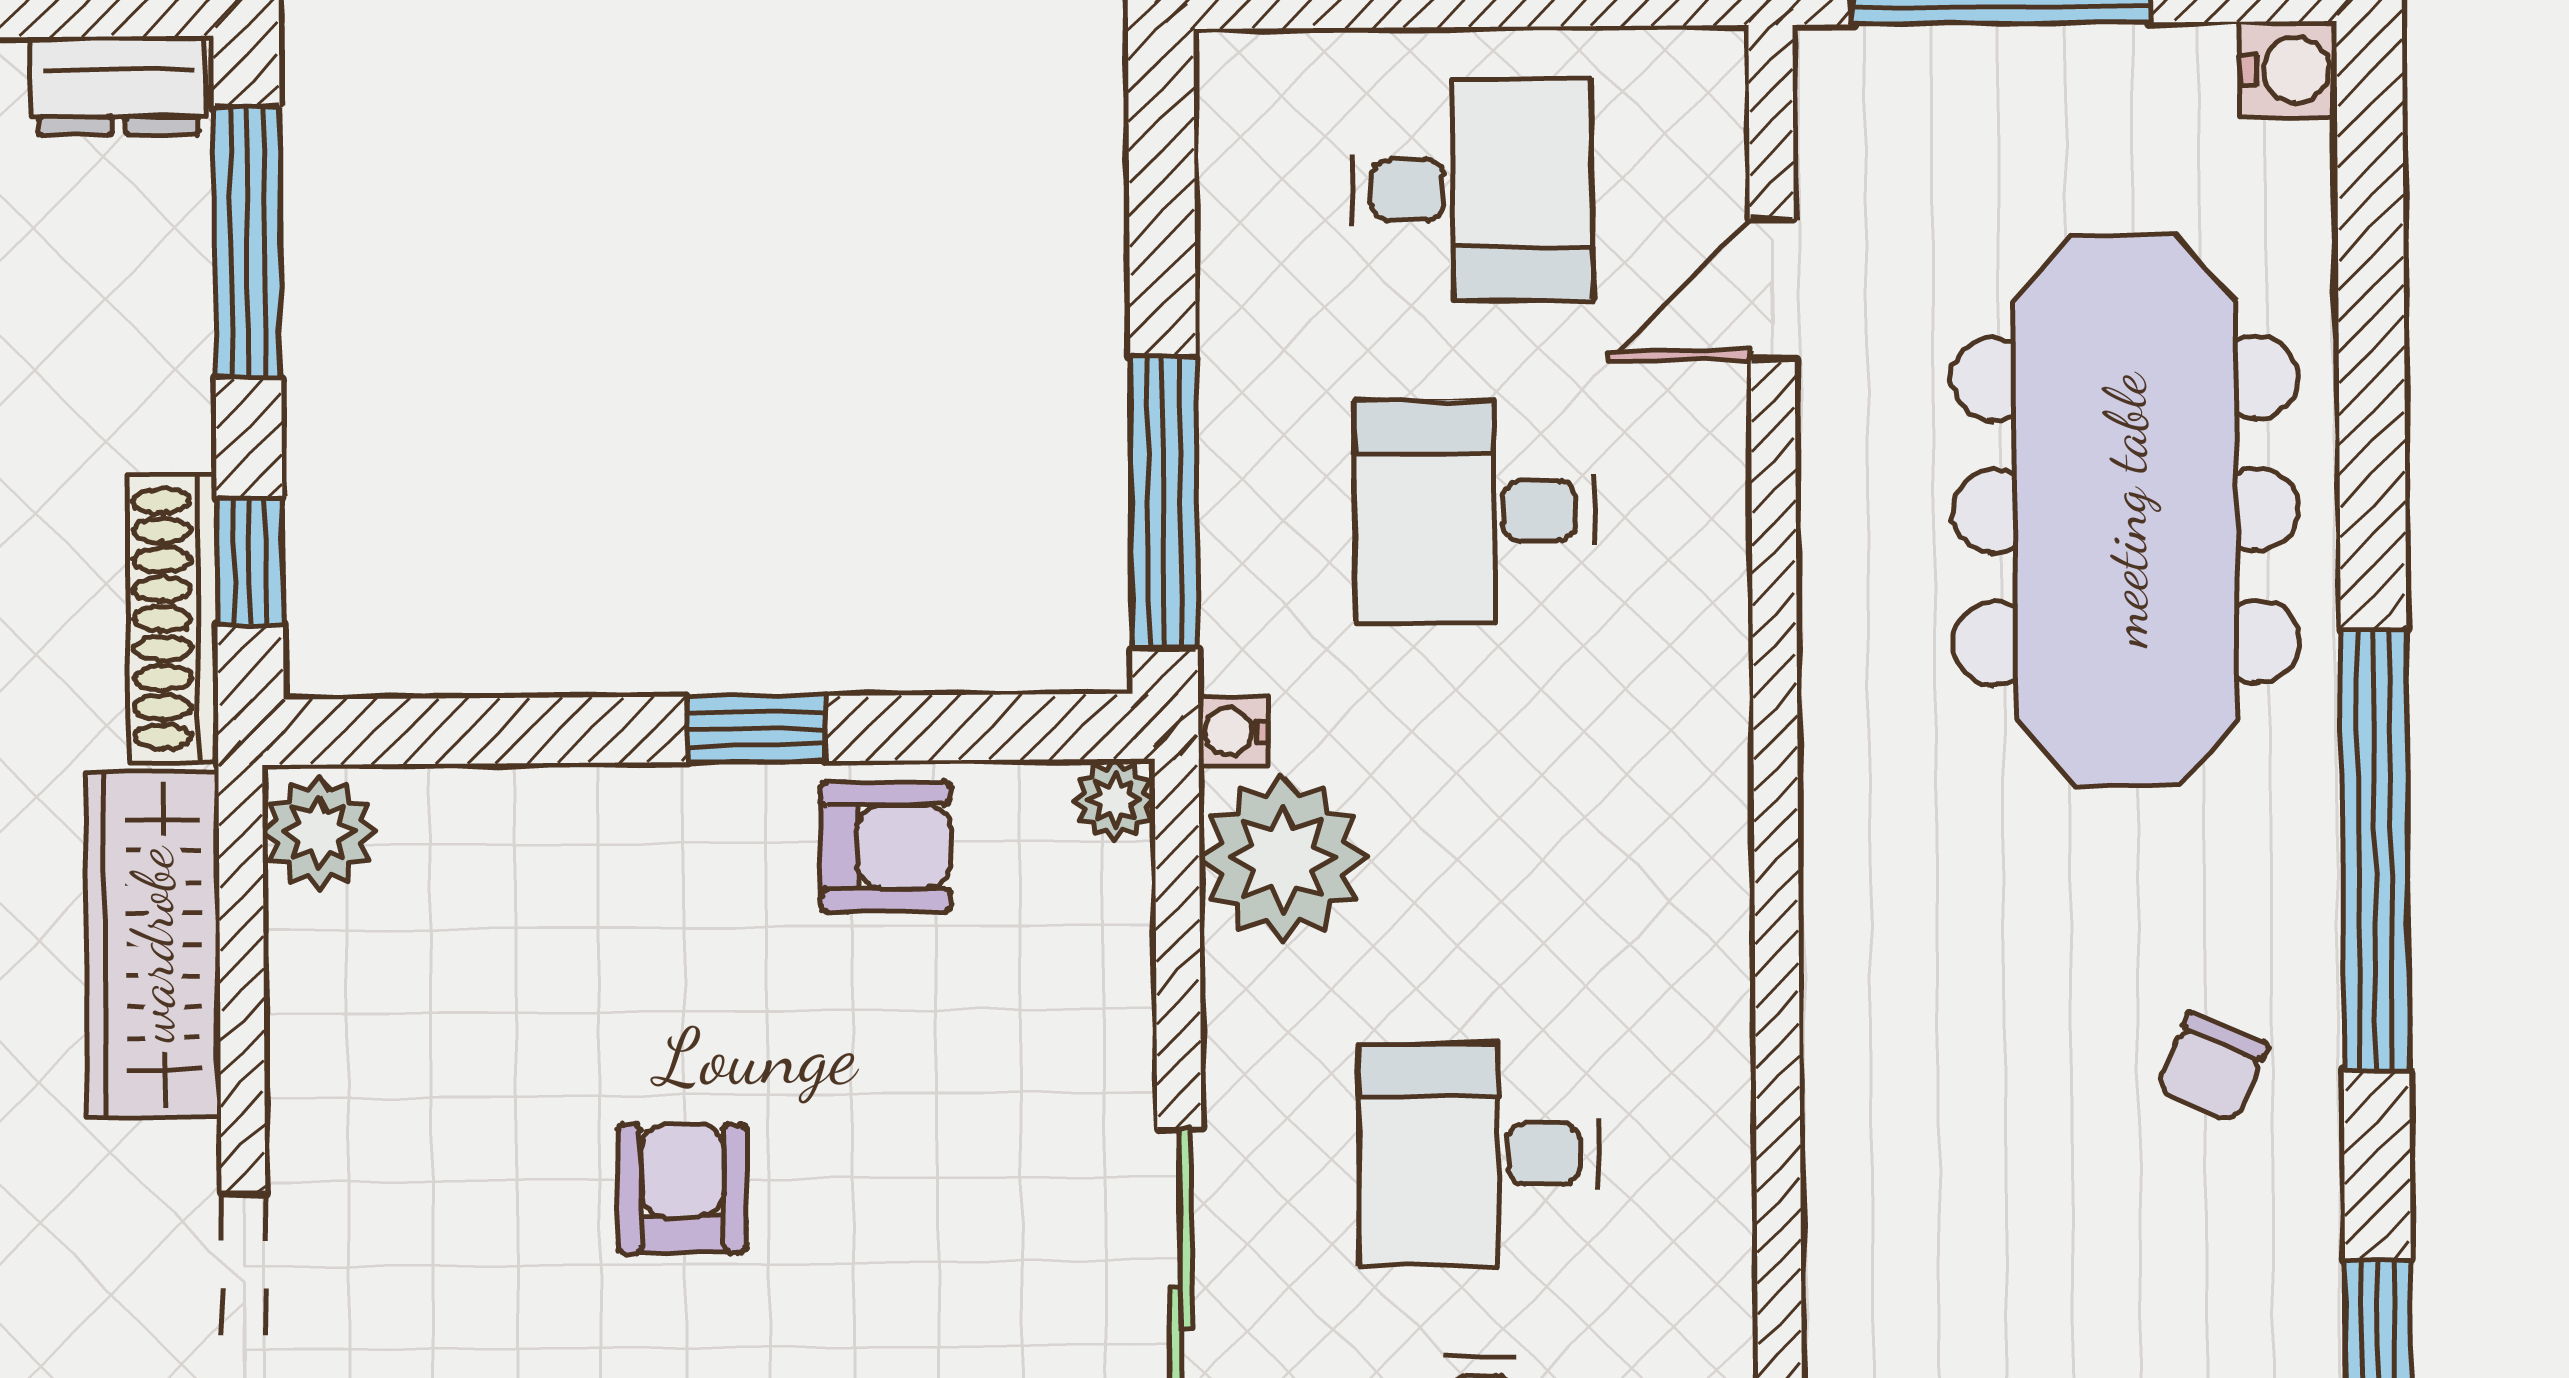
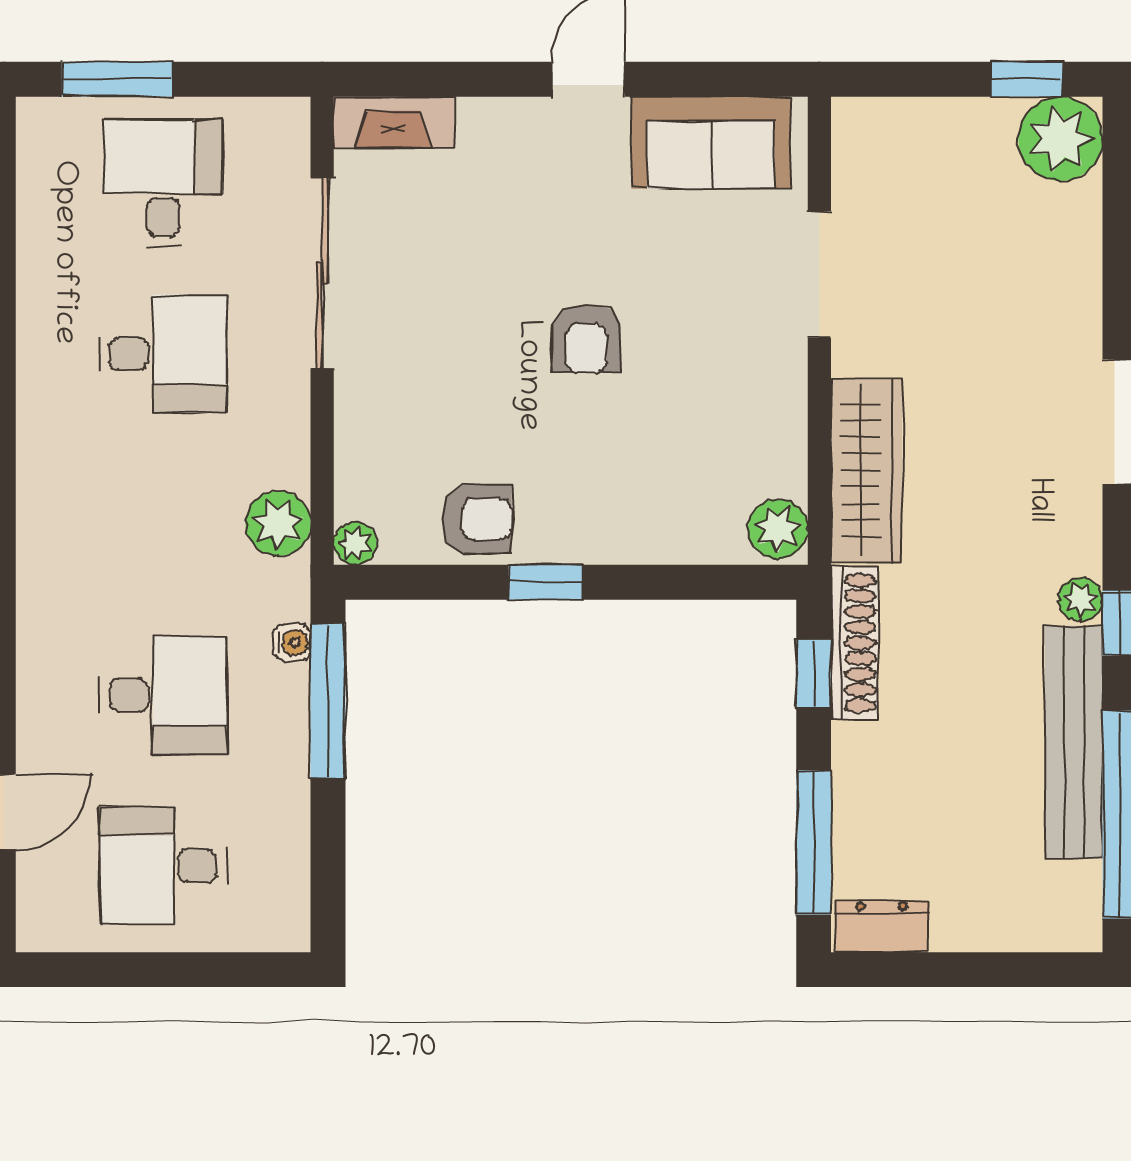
water cooler: (1233, 731) -> (292, 643), moved
armchair: (886, 847) -> (477, 519), turned 180
plant: (1283, 858) -> (278, 524), width x0.73, depth x0.73

